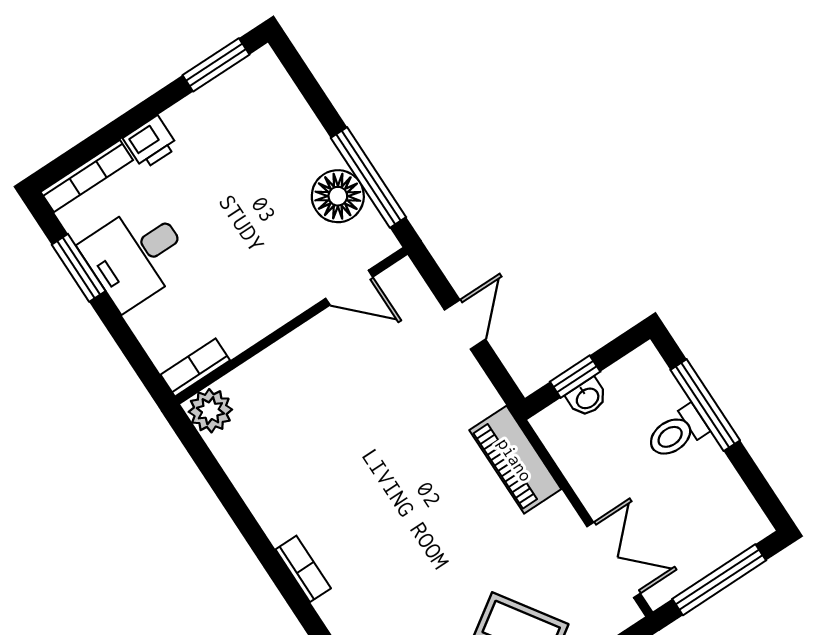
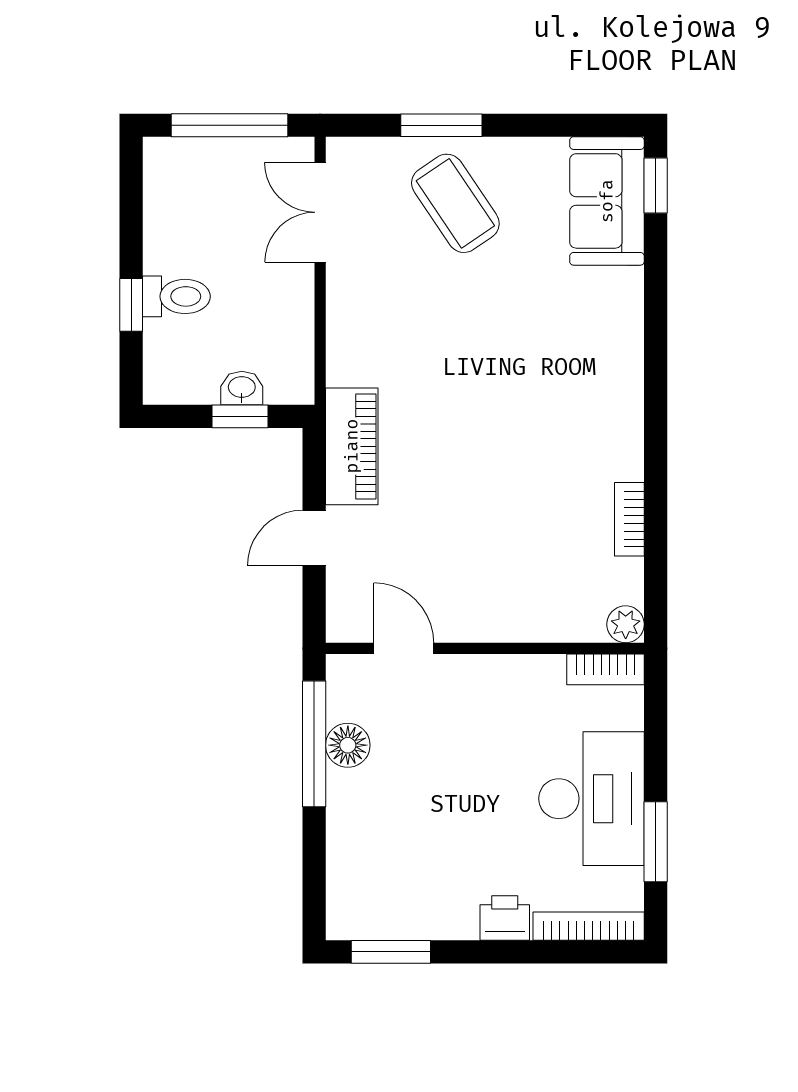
floor lamp: (338, 196) -> (348, 745), width x0.73, depth x0.73
desk: (136, 255) -> (591, 799), width x1.37
window: (705, 405) -> (131, 305), width x0.46
plant: (210, 411) -> (626, 624), width x0.73, depth x0.73
piano: (515, 460) -> (352, 446), moved
bookcase: (303, 569) -> (629, 519), moved

